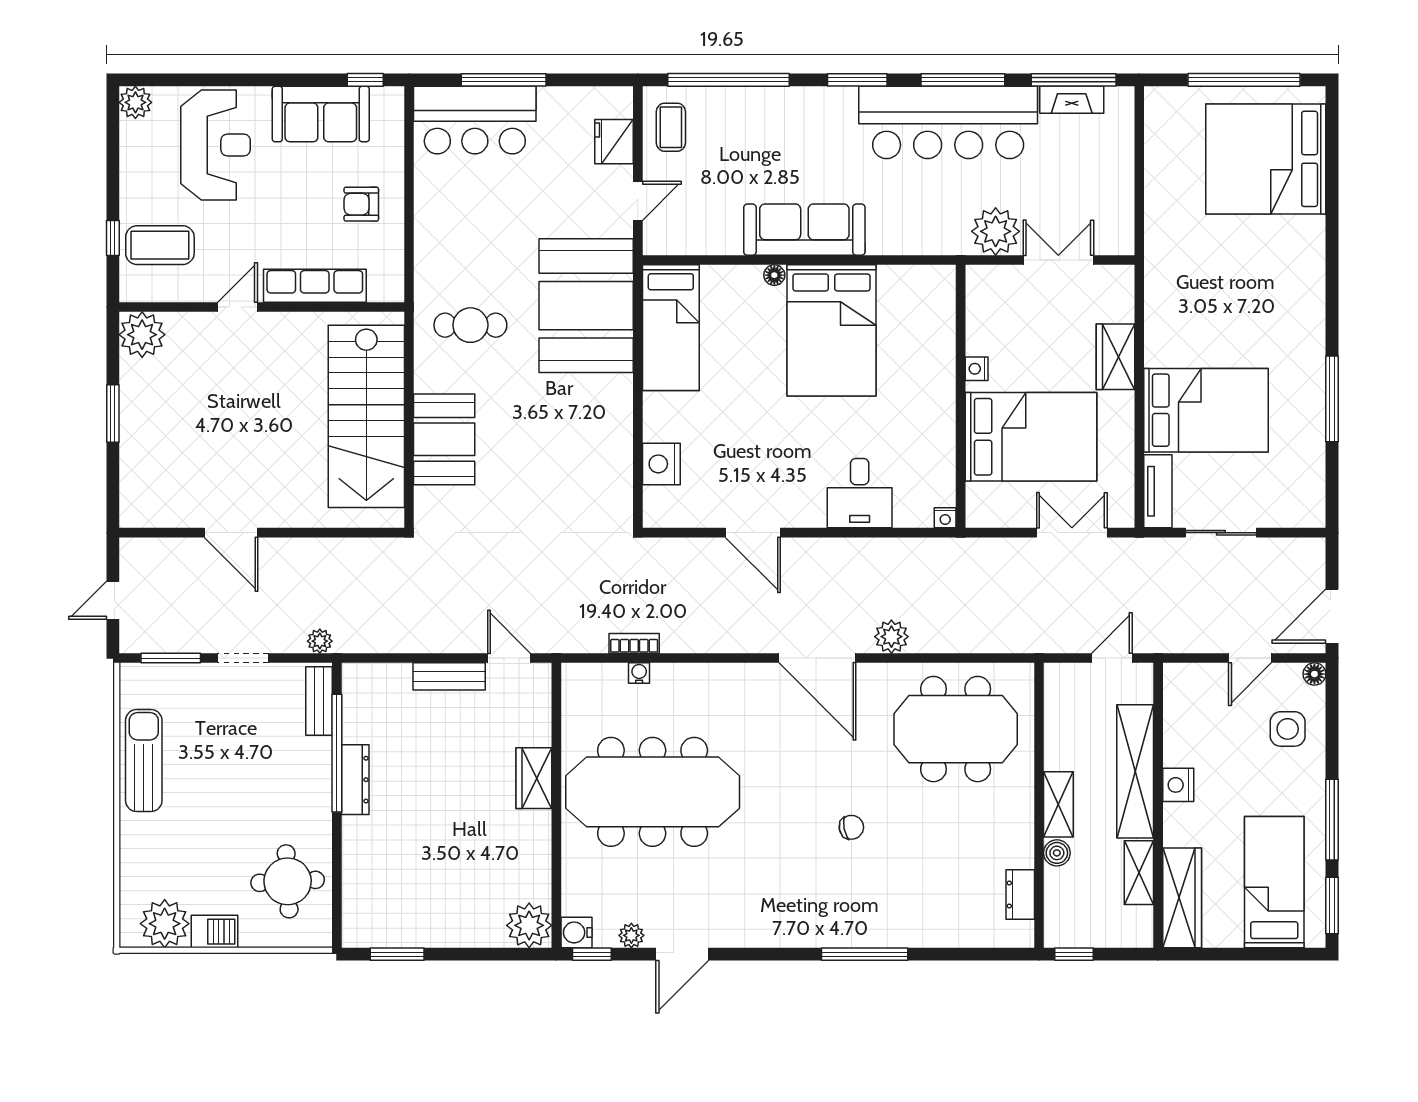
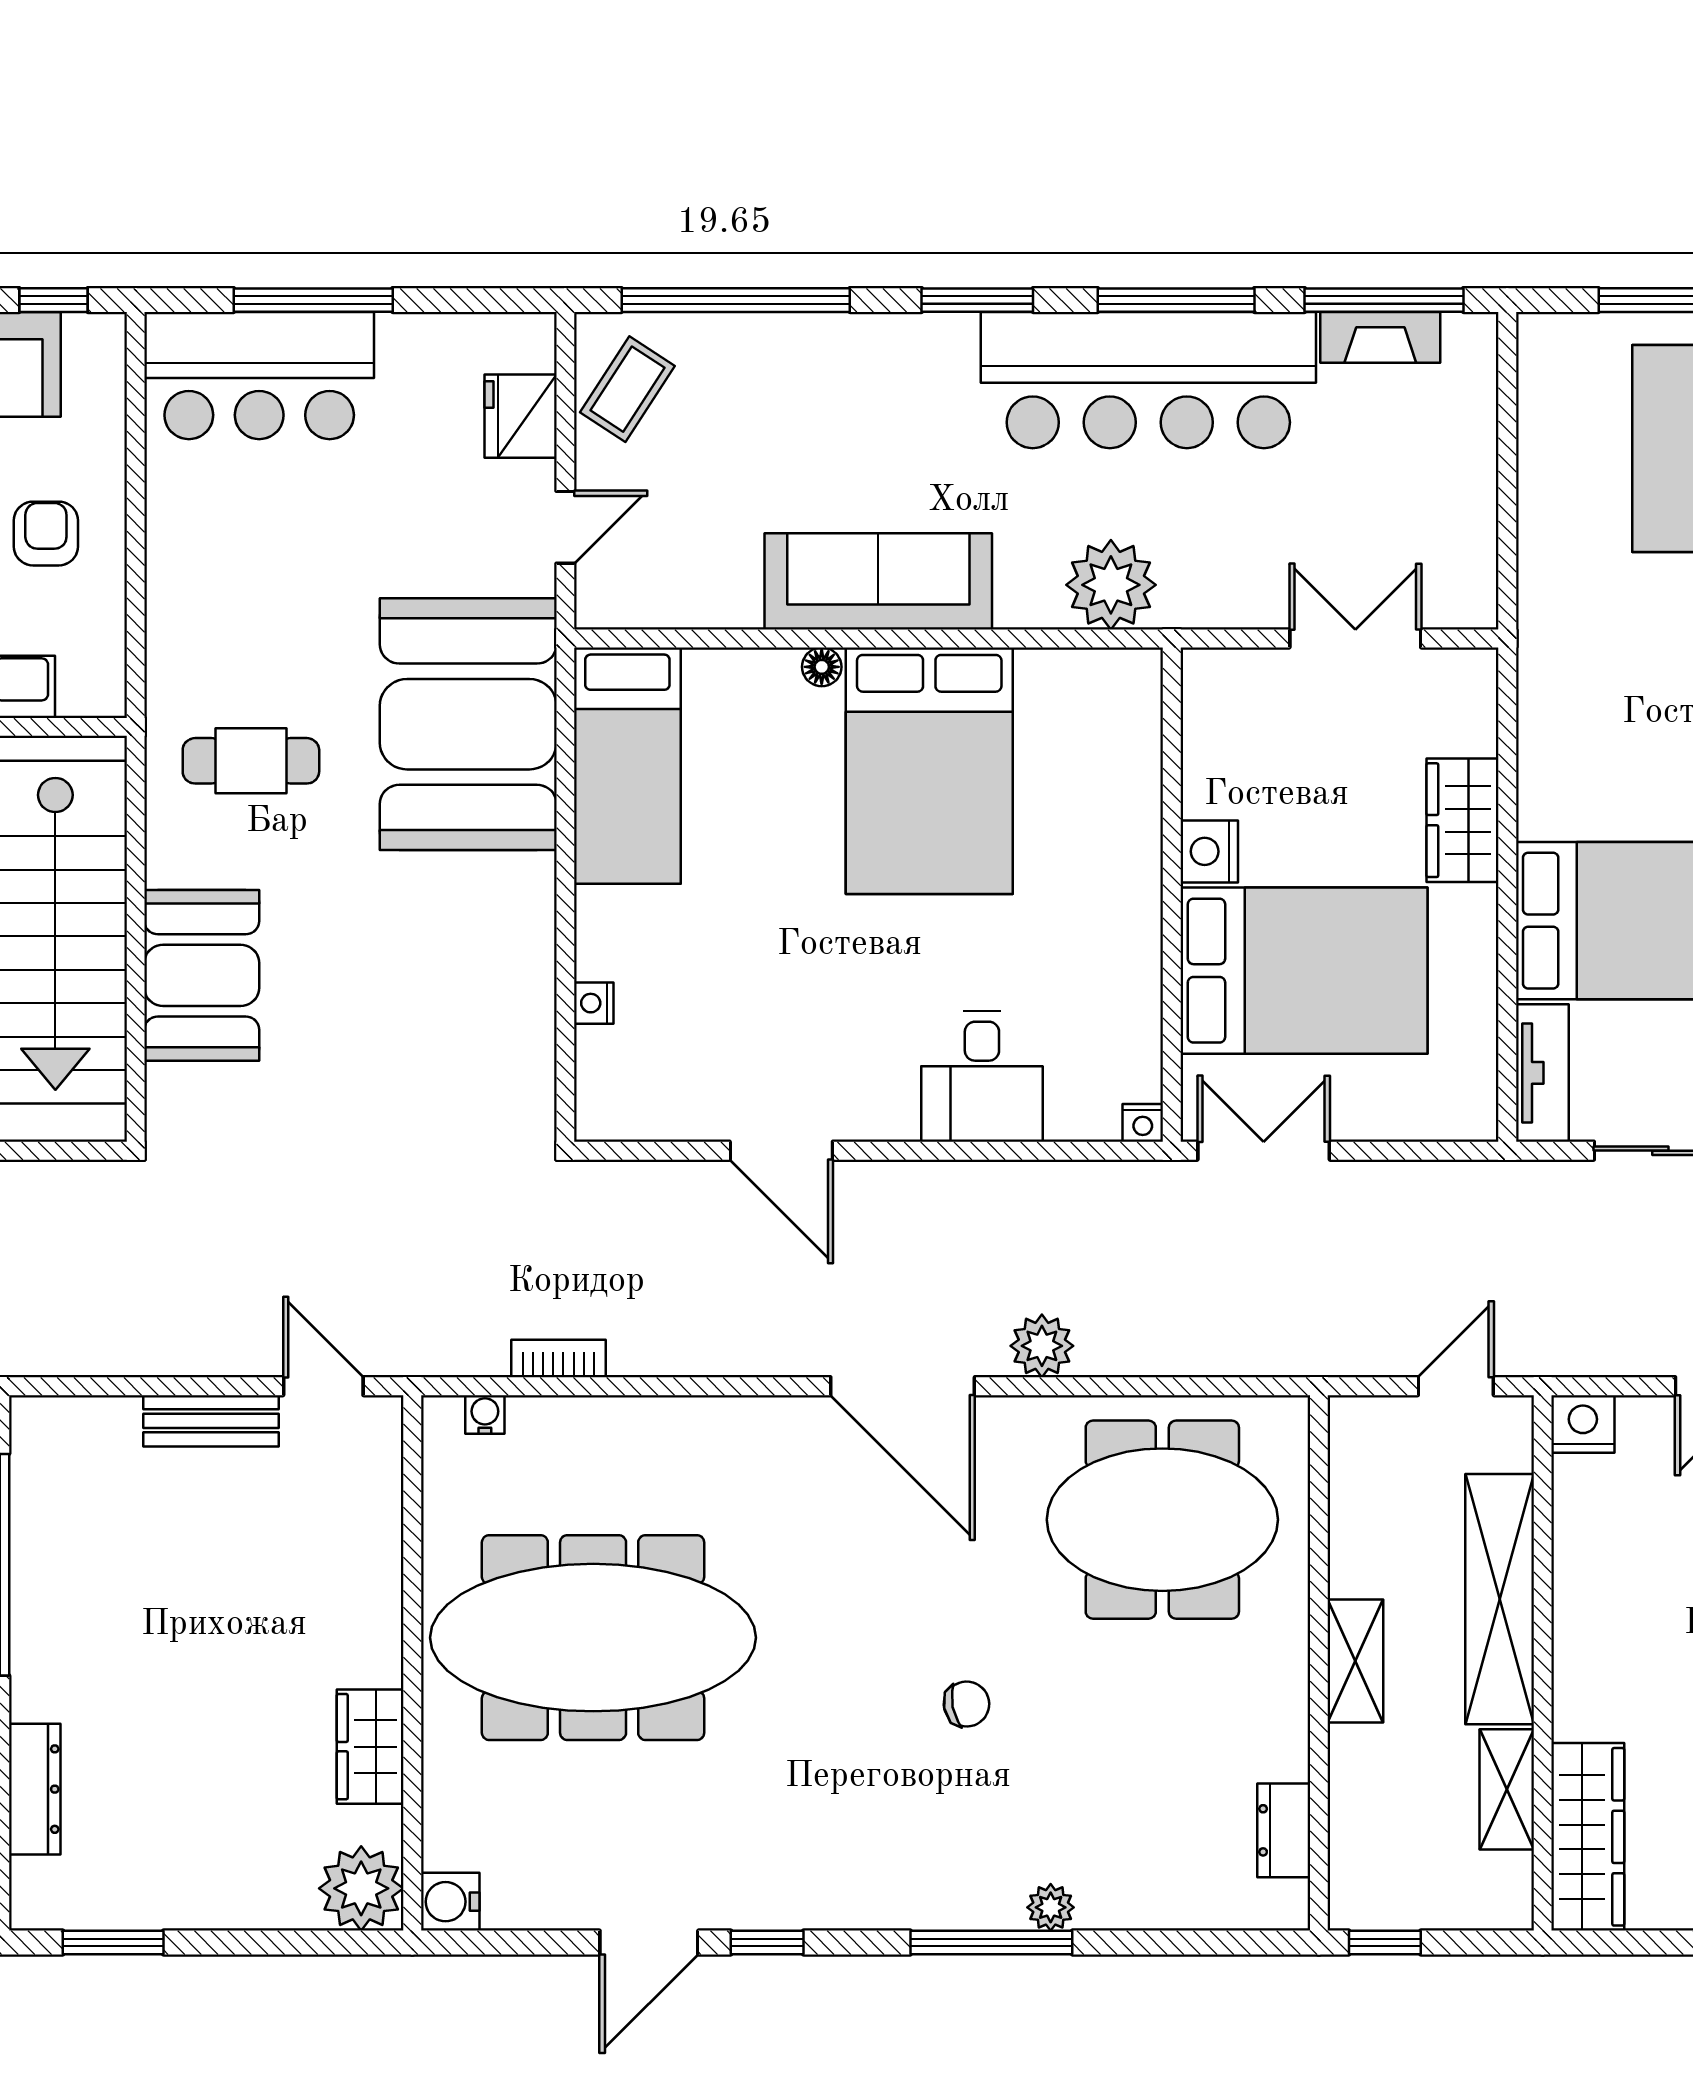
coffee table: (671, 127) -> (627, 389), turned 33
armchair: (361, 204) -> (46, 534), turned 90
plant: (996, 231) -> (1111, 585), moved
nightstand: (977, 369) -> (1209, 851), width x1.39, depth x1.35
nightstand: (661, 464) -> (594, 1003), width x0.53, depth x0.56
double door: (1072, 533) -> (1264, 1151), moved
water cooler: (639, 673) -> (485, 1414), moved
wardrobe: (534, 778) -> (370, 1747), moved
dresser: (355, 780) -> (35, 1789), moved
nightstand: (1178, 785) -> (1583, 1424), moved, turned 90
boiler: (1057, 853) -> (1353, 1752), removed
plant: (631, 935) -> (1051, 1907), moved
window: (592, 954) -> (767, 1943), moved

